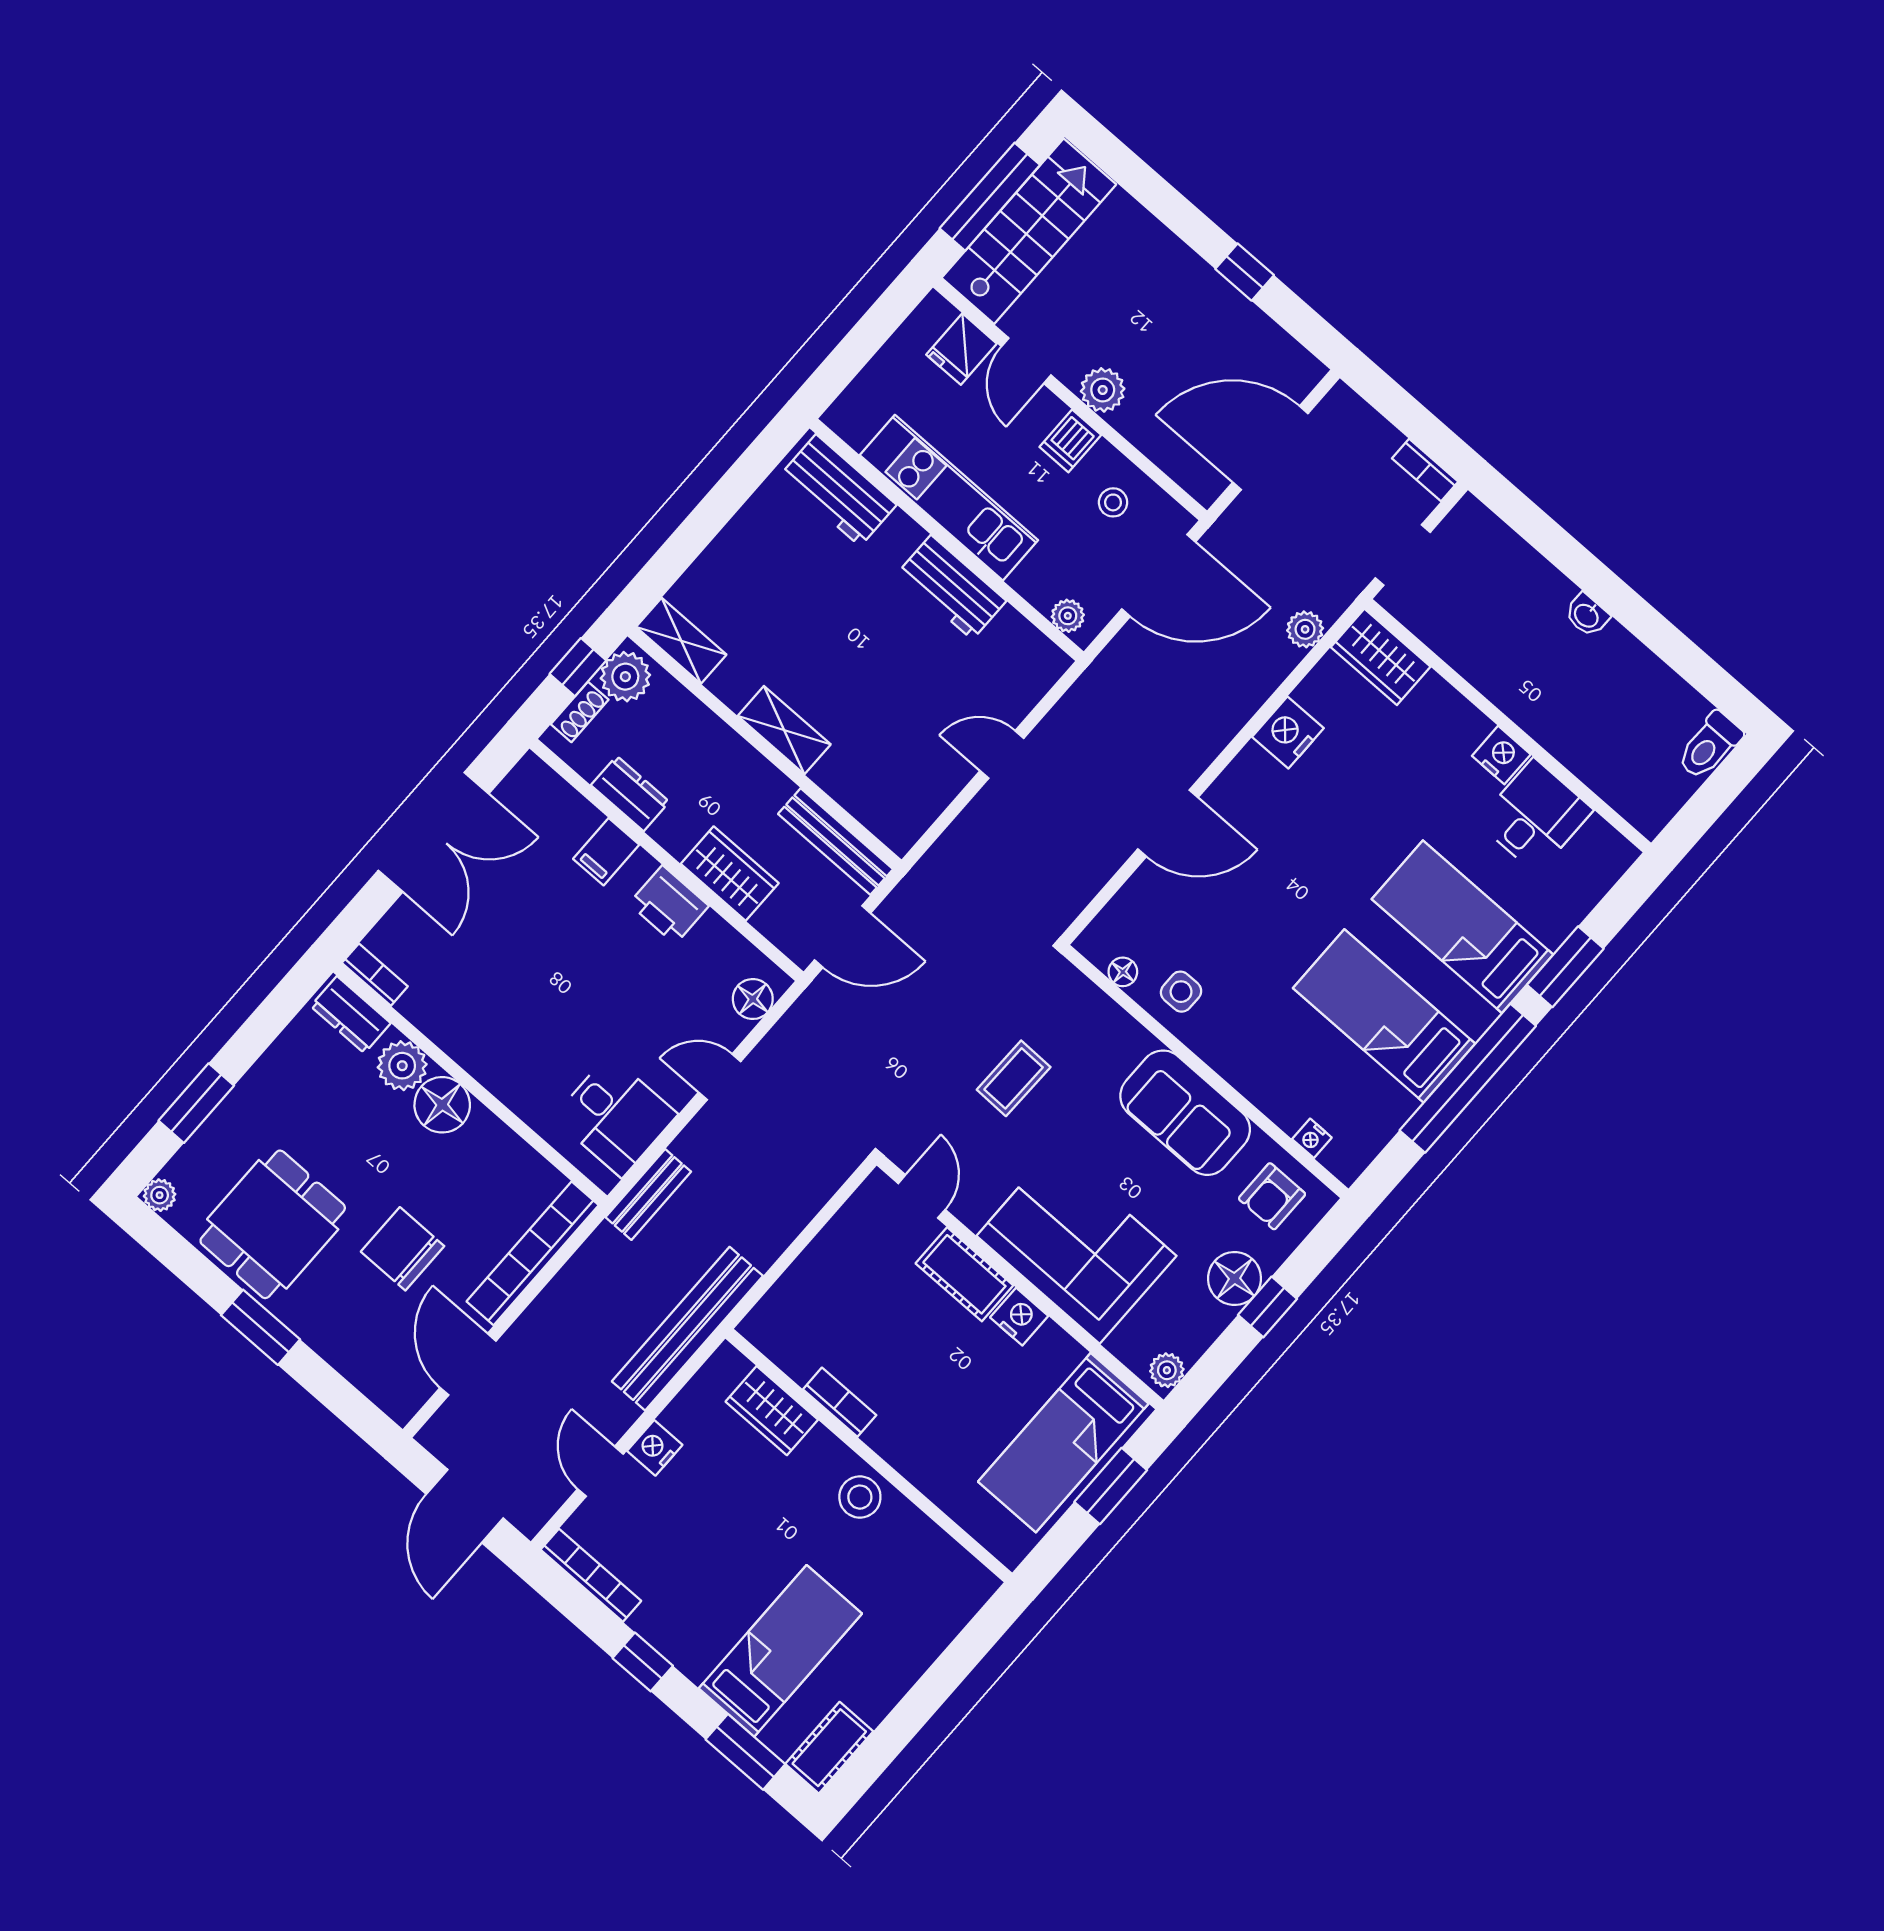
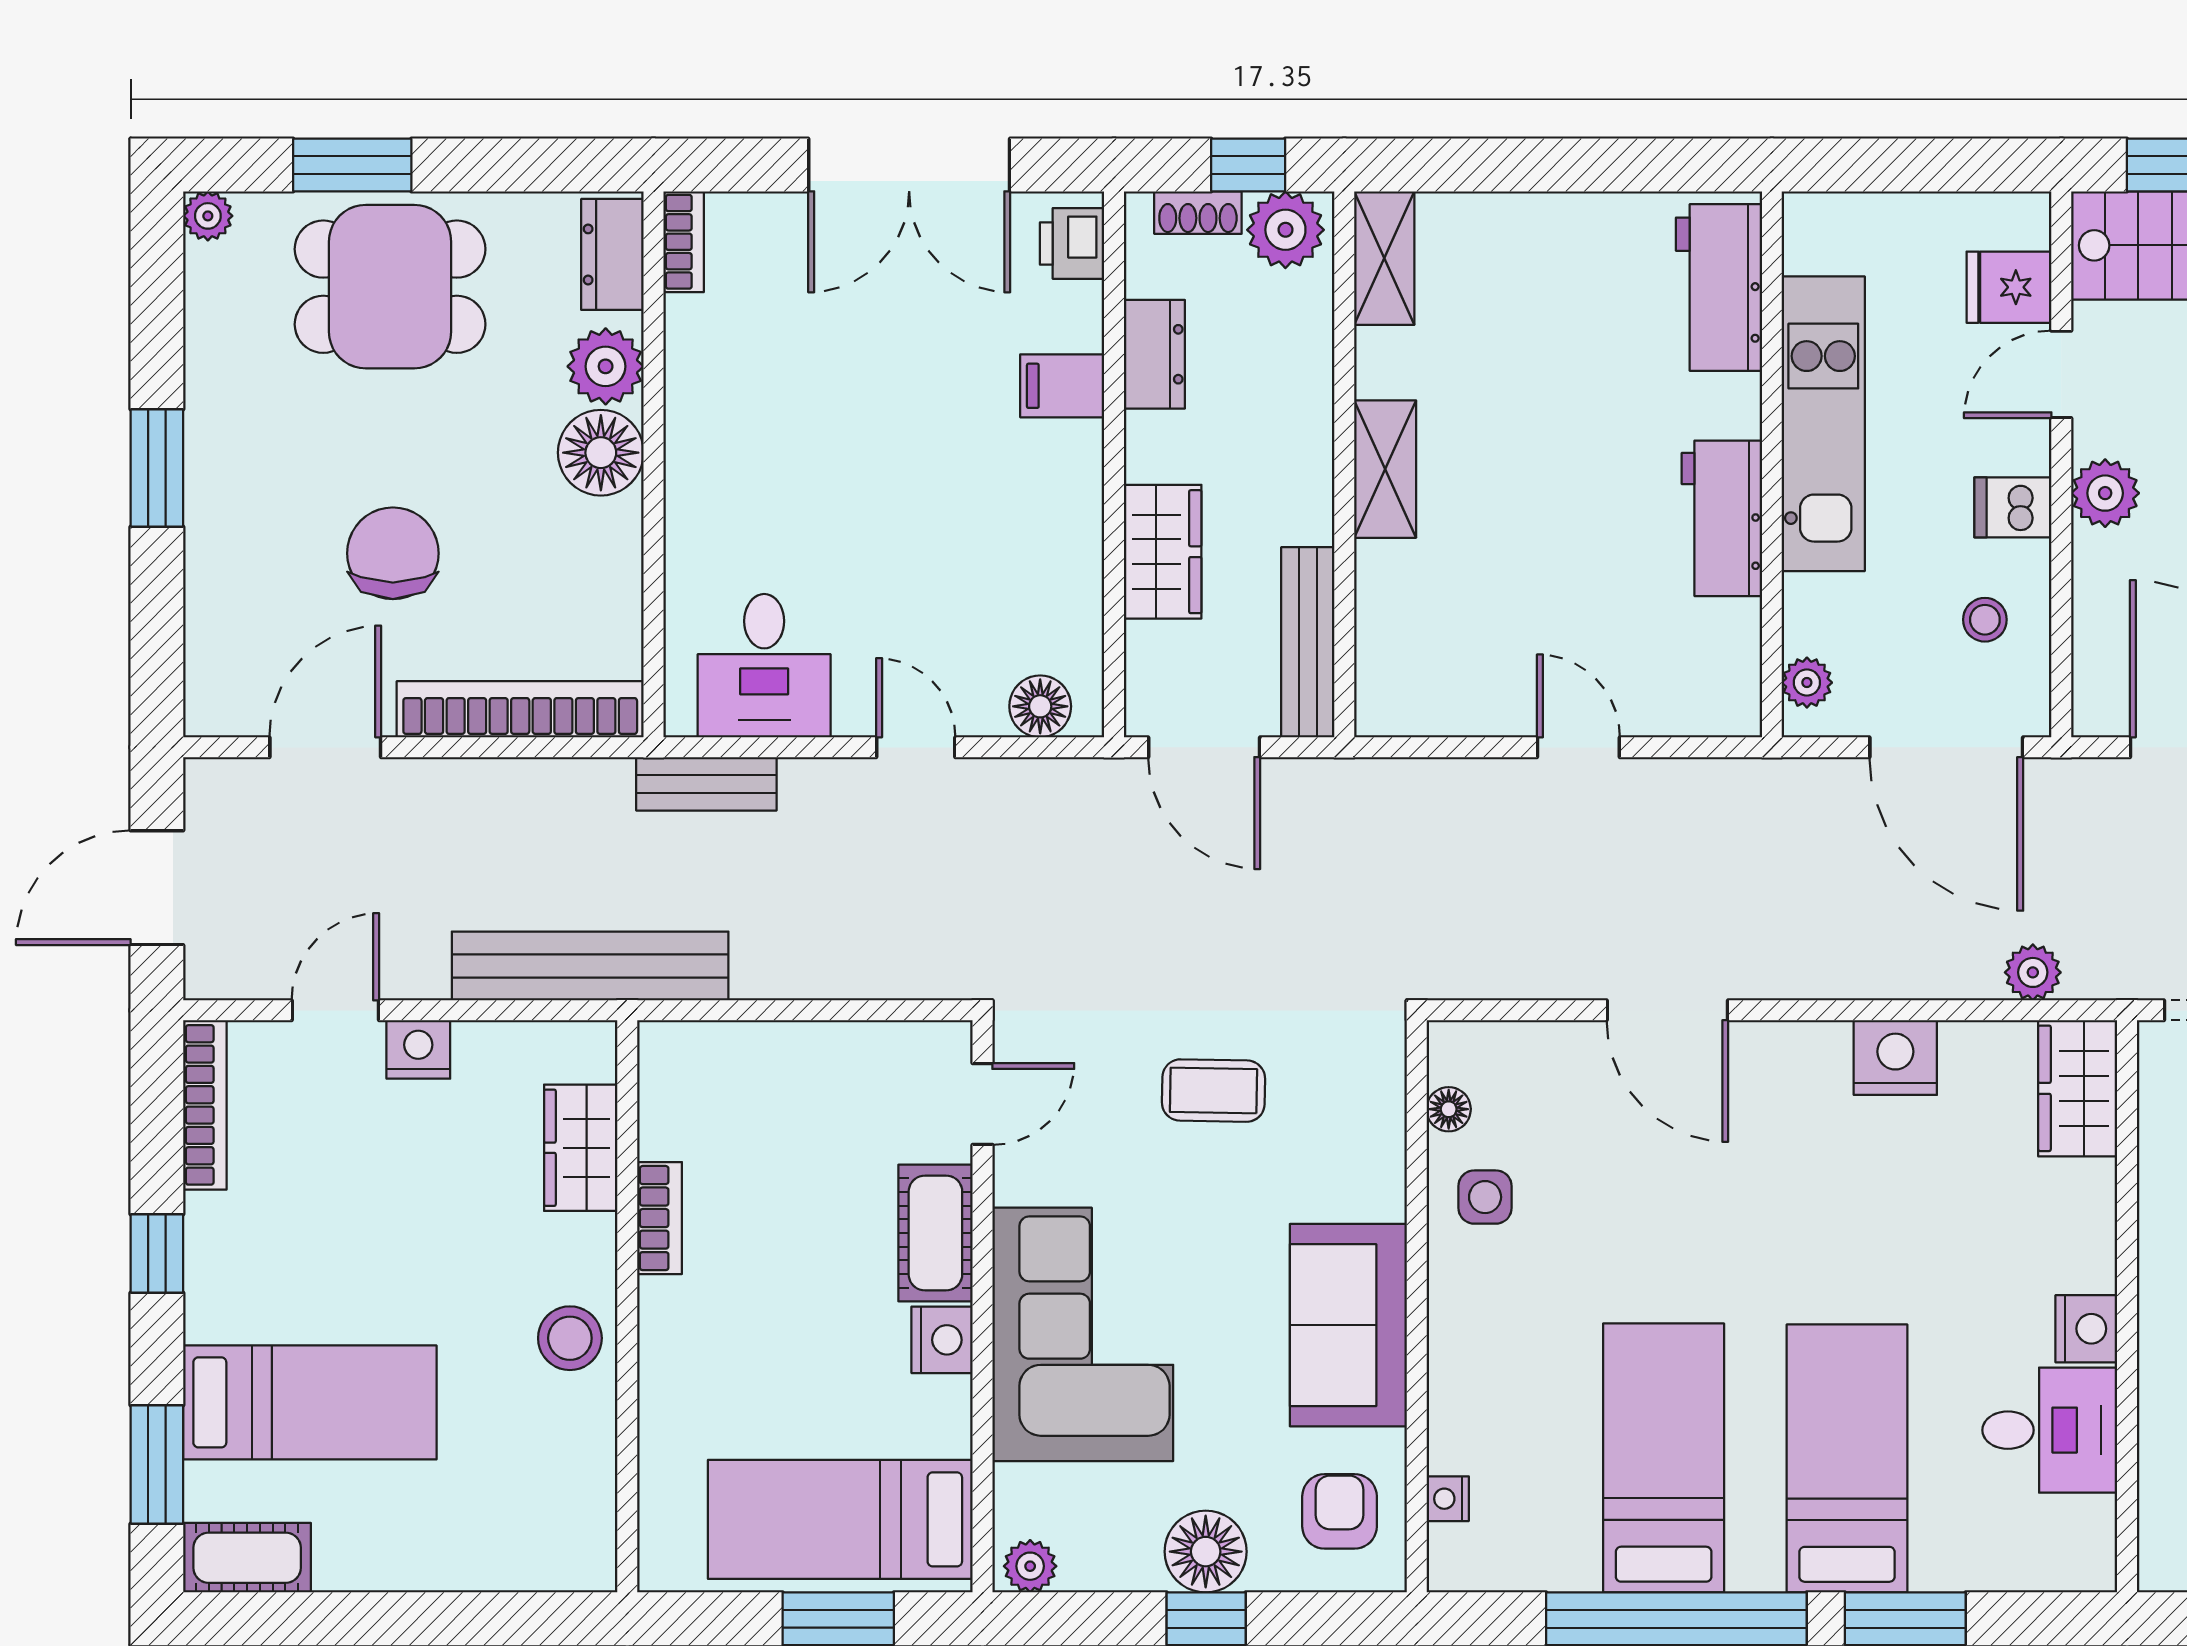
printer: (669, 905) -> (1072, 243), moved, width x0.73, depth x0.81
armchair: (1272, 1196) -> (1340, 1511), turned 90
dining table: (273, 1224) -> (390, 287), moved

